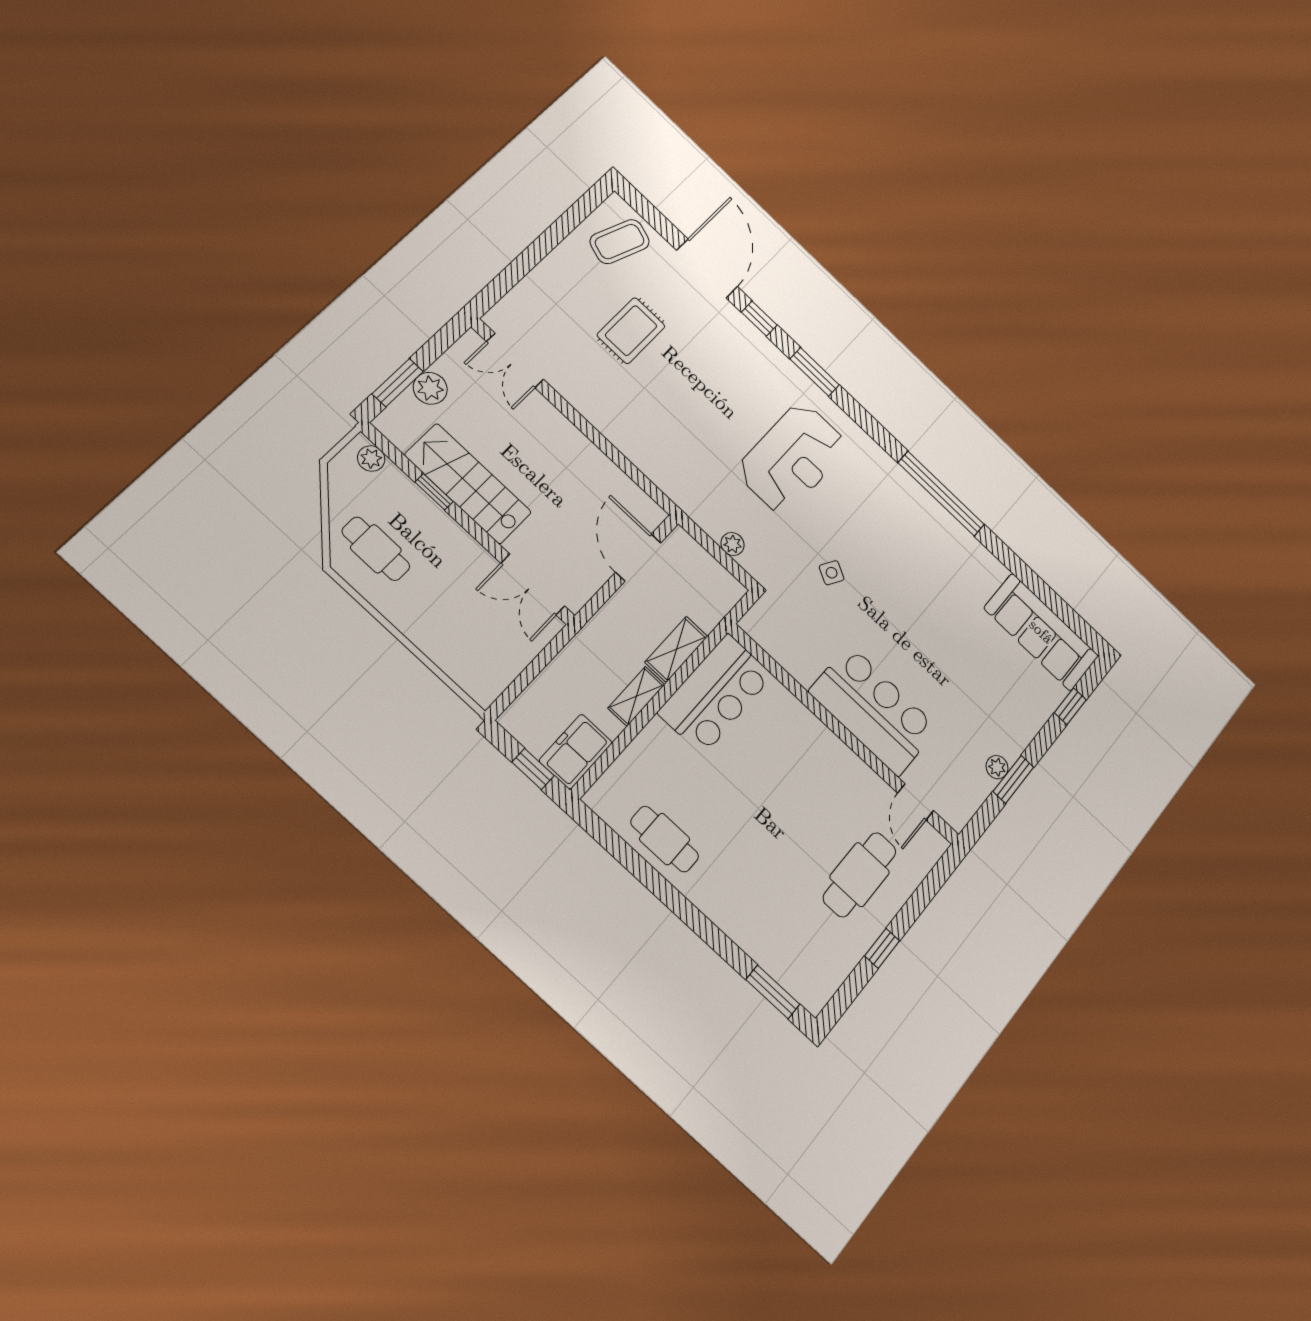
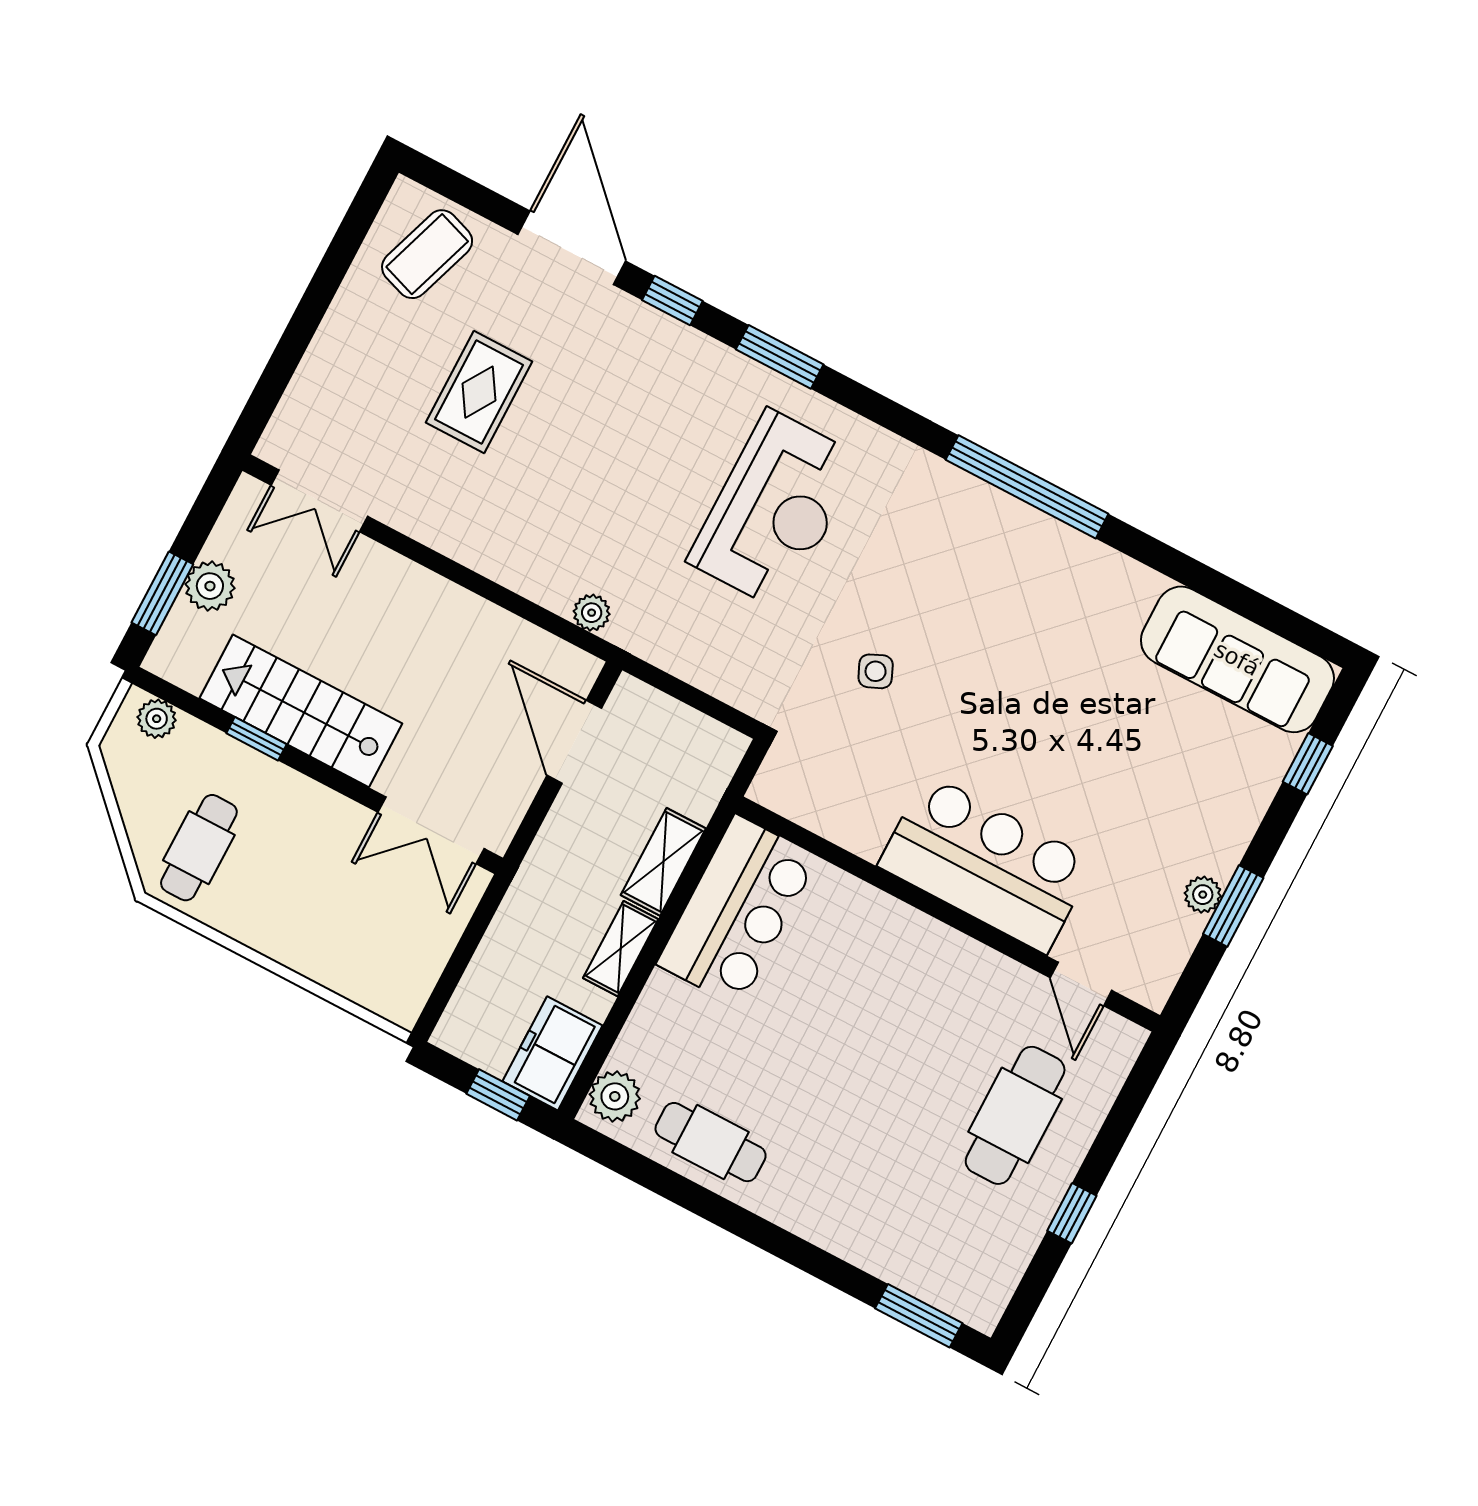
plant: (733, 544) -> (592, 613), moved
cafe table: (376, 549) -> (199, 848), turned 90
side table: (832, 573) -> (876, 671), turned 37
plant: (610, 792) -> (615, 1096), added

